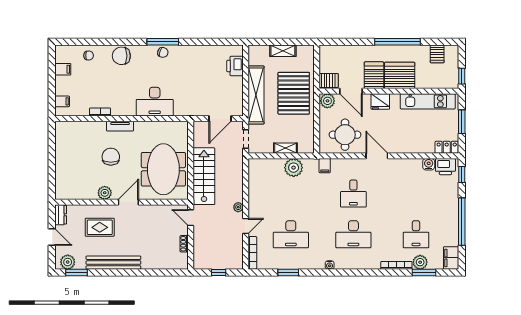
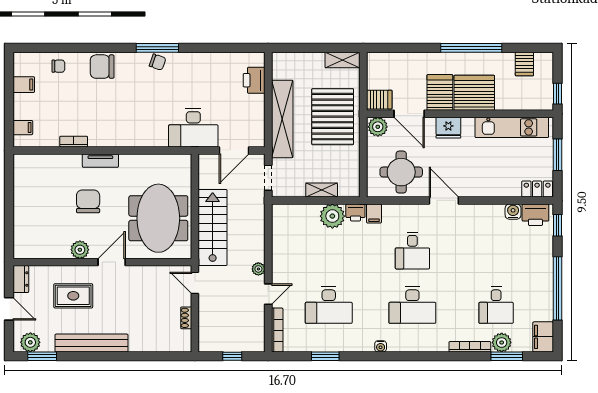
shelving: (283, 51) -> (342, 60), moved
desk: (155, 102) -> (193, 128), moved
printer: (311, 165) -> (355, 212), added

